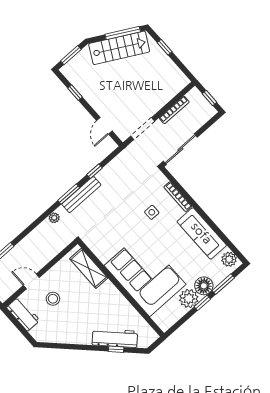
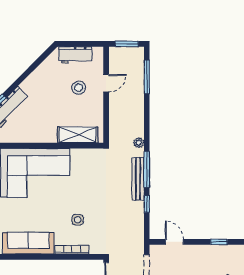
window: (69, 194) -> (147, 169), width x1.44
workbench: (23, 314) -> (75, 55), moved

